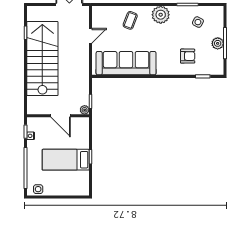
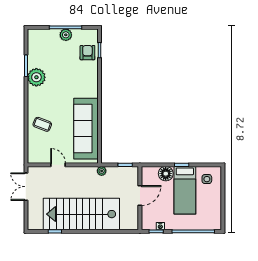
plant: (161, 15) -> (36, 77), moved
side table: (198, 22) -> (44, 55), removed
armchair: (188, 56) -> (87, 53), moved
plant: (85, 110) -> (102, 171), moved
floor lamp: (82, 141) -> (166, 174), added
side table: (38, 189) -> (207, 179), moved

